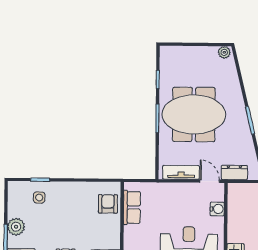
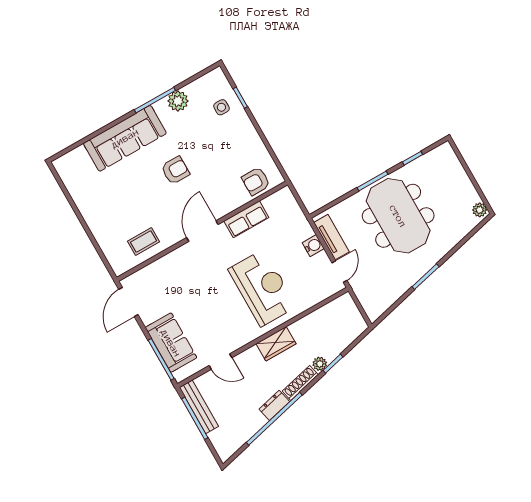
dresser: (234, 172) -> (363, 292), removed
armchair: (108, 204) -> (256, 181), turned 180
row of seats: (132, 207) -> (246, 219), moved
water cooler: (217, 209) -> (313, 246), moved, turned -90

